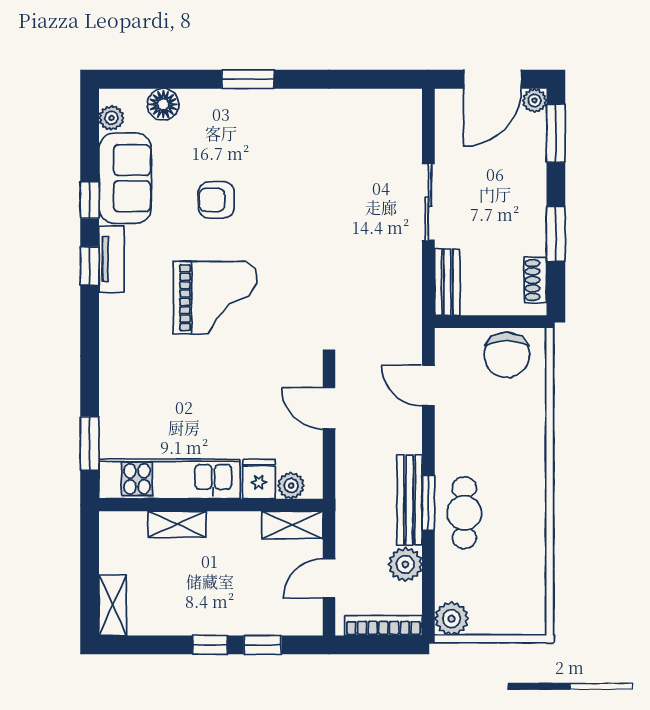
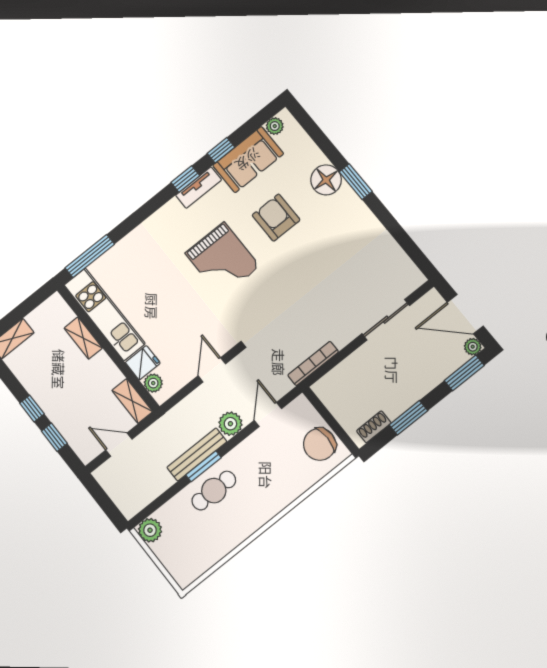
floor lamp: (163, 104) -> (326, 180), moved, width x1.38, depth x1.38
armchair: (216, 200) -> (276, 218), width x1.38, depth x1.38
sliding door: (428, 202) -> (386, 320), moved
bench: (447, 282) -> (333, 379), removed
window: (90, 443) -> (90, 256), width x1.44
plant: (405, 564) -> (230, 424), moved
bookcase: (383, 626) -> (313, 363), moved, turned -90

